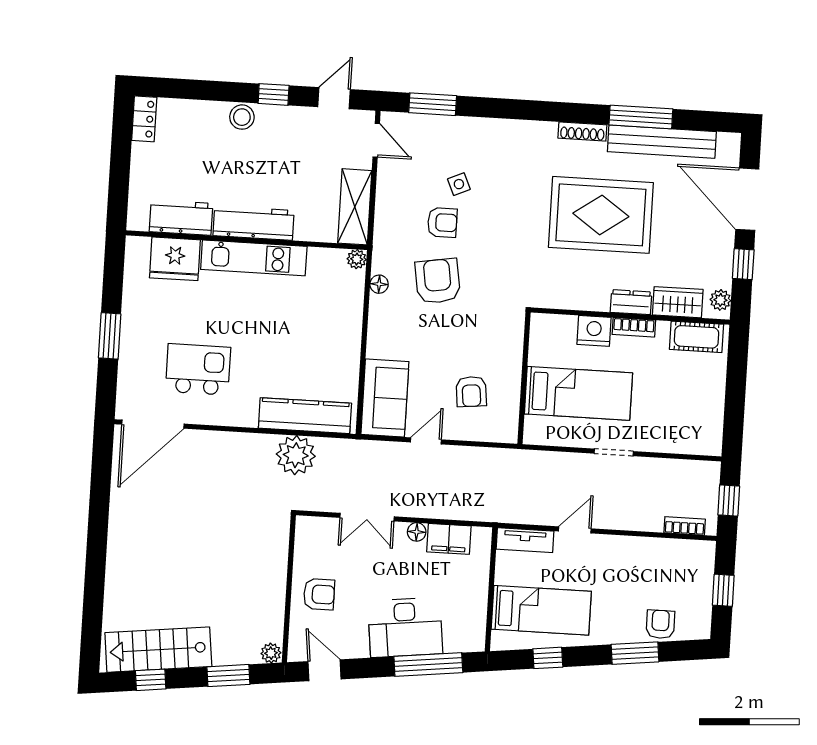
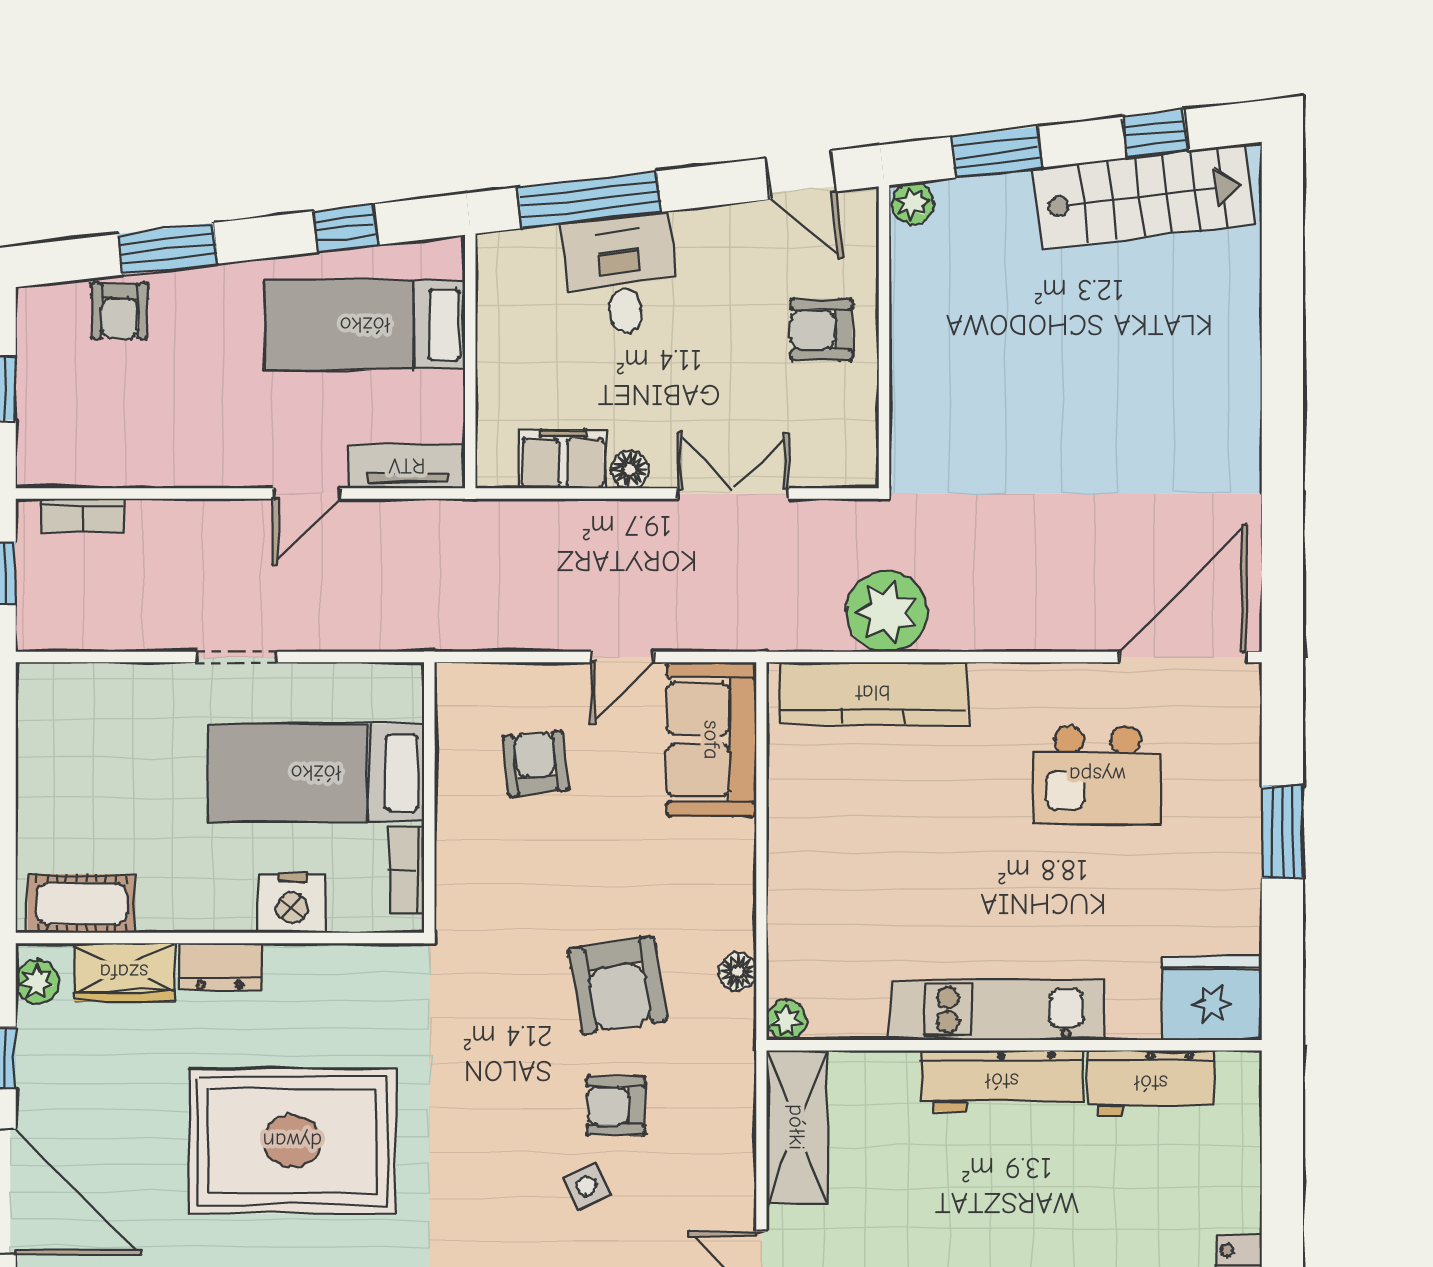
fridge: (175, 259) -> (1212, 998), moved
bookcase: (634, 327) -> (407, 870), moved, turned -90
desk: (405, 627) -> (621, 275), width x0.73

